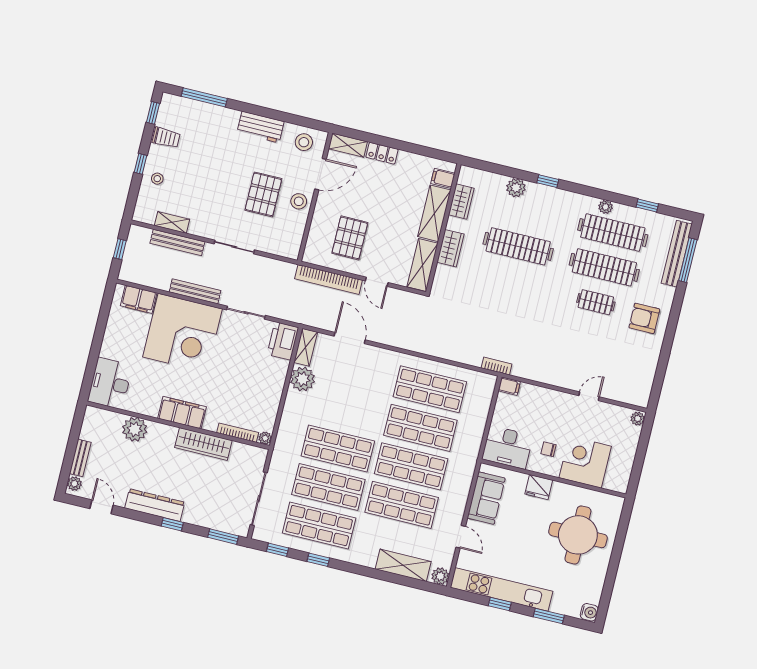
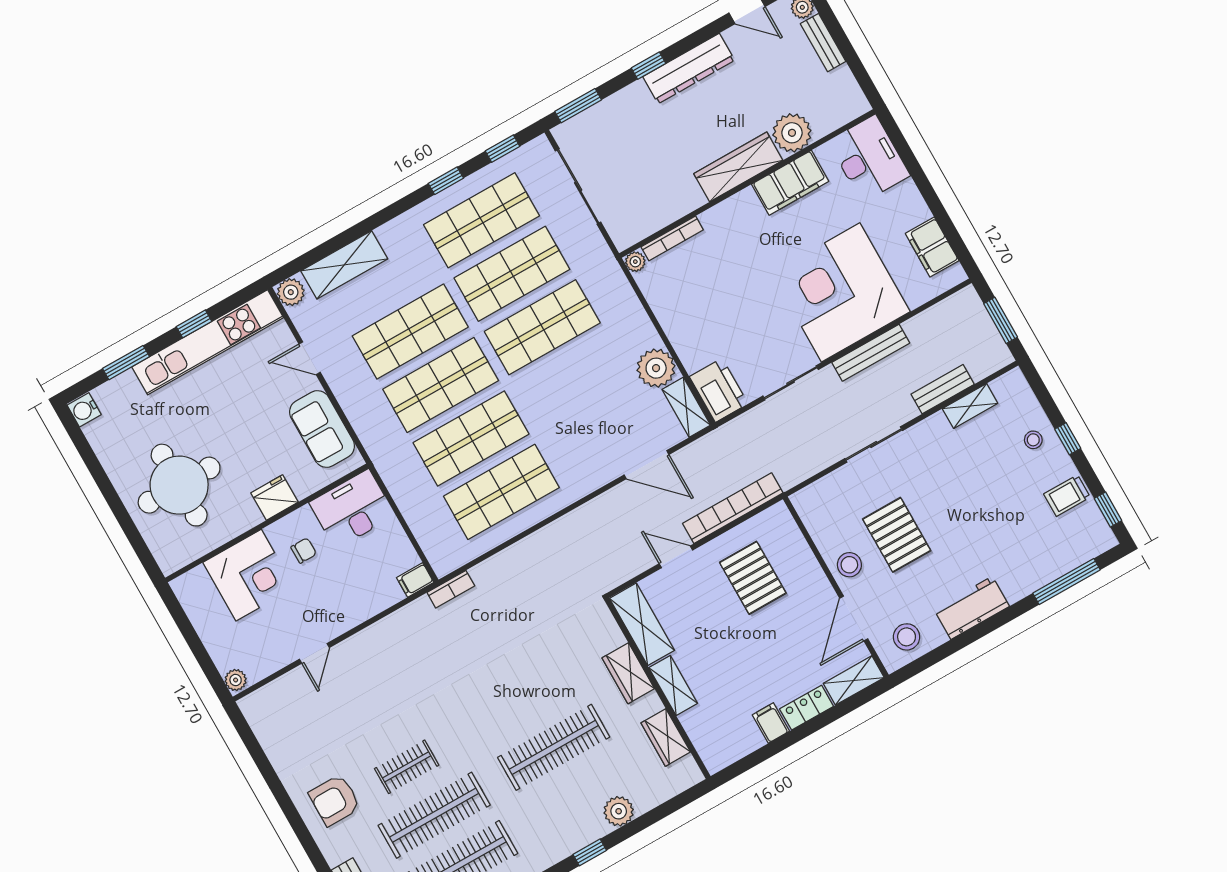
filing cabinet: (443, 178) -> (771, 723), moved, turned -90
shelving: (434, 213) -> (673, 685), width x0.67, depth x0.75
bench: (177, 242) -> (943, 389), width x0.73
window: (120, 249) -> (1001, 320), width x1.50
filing cabinet: (139, 299) -> (932, 247), moved, turned -90
armchair: (644, 318) -> (335, 800), turned 180
filing cabinet: (182, 413) -> (790, 183), moved
wardrobe: (203, 444) -> (738, 167), moved

